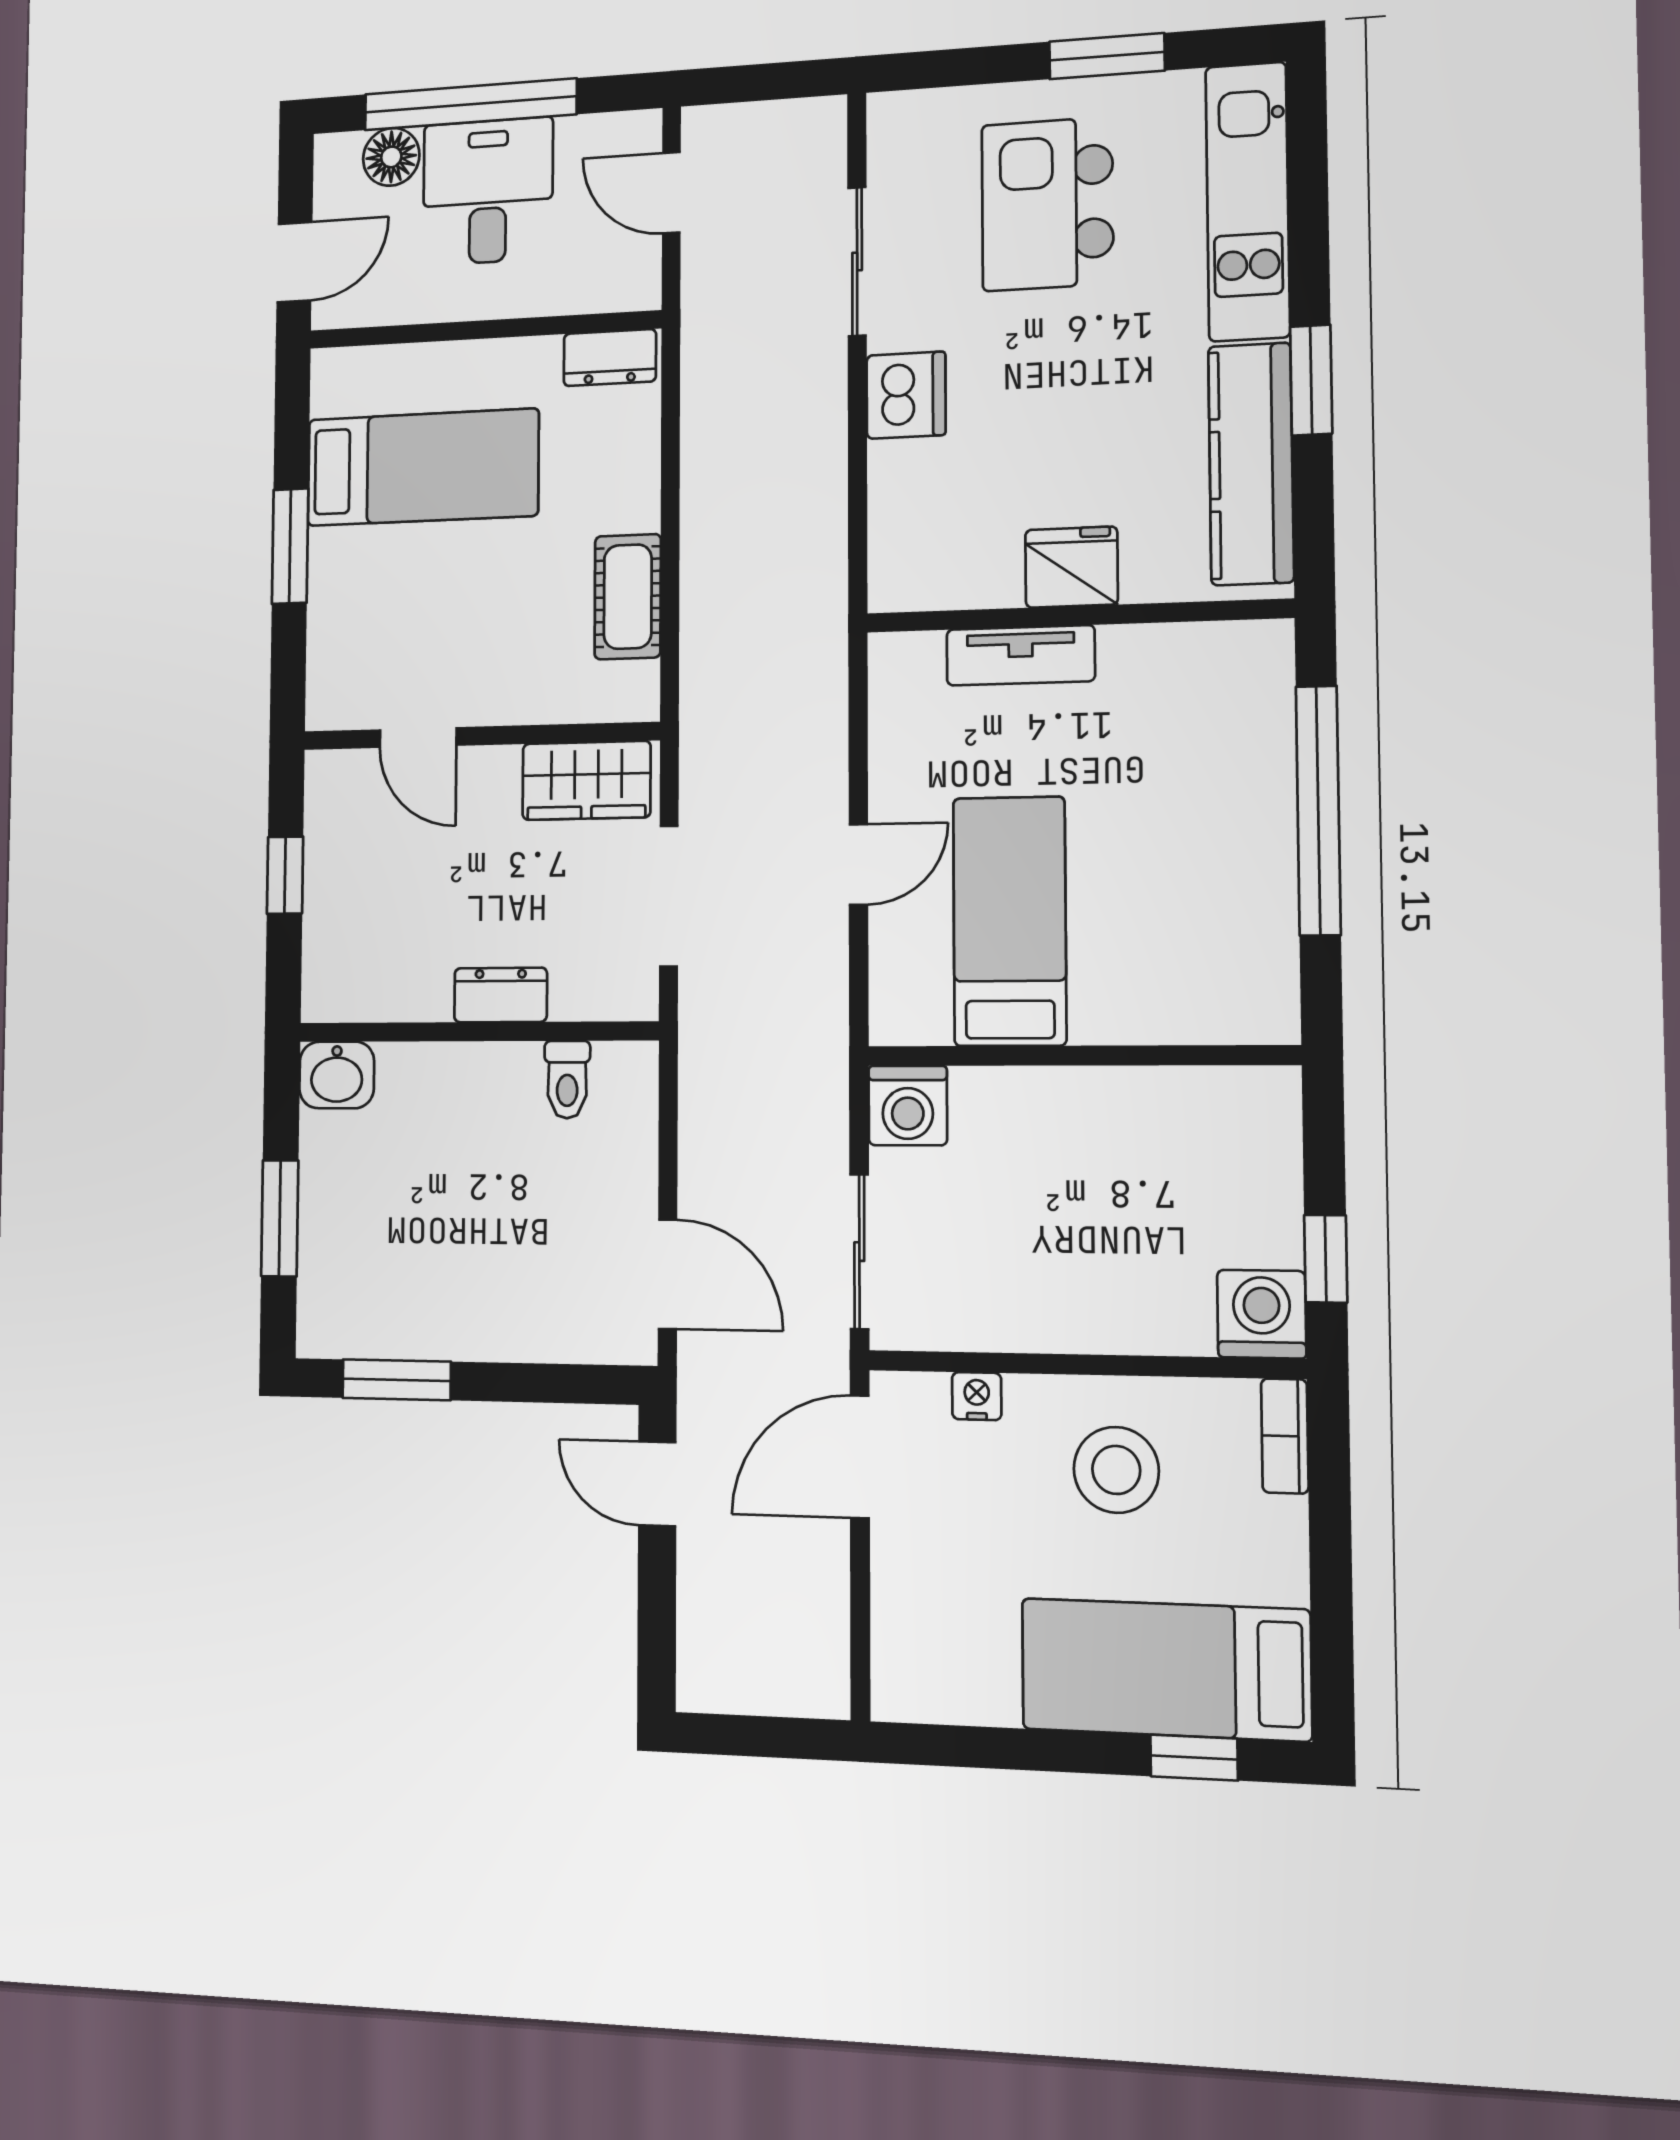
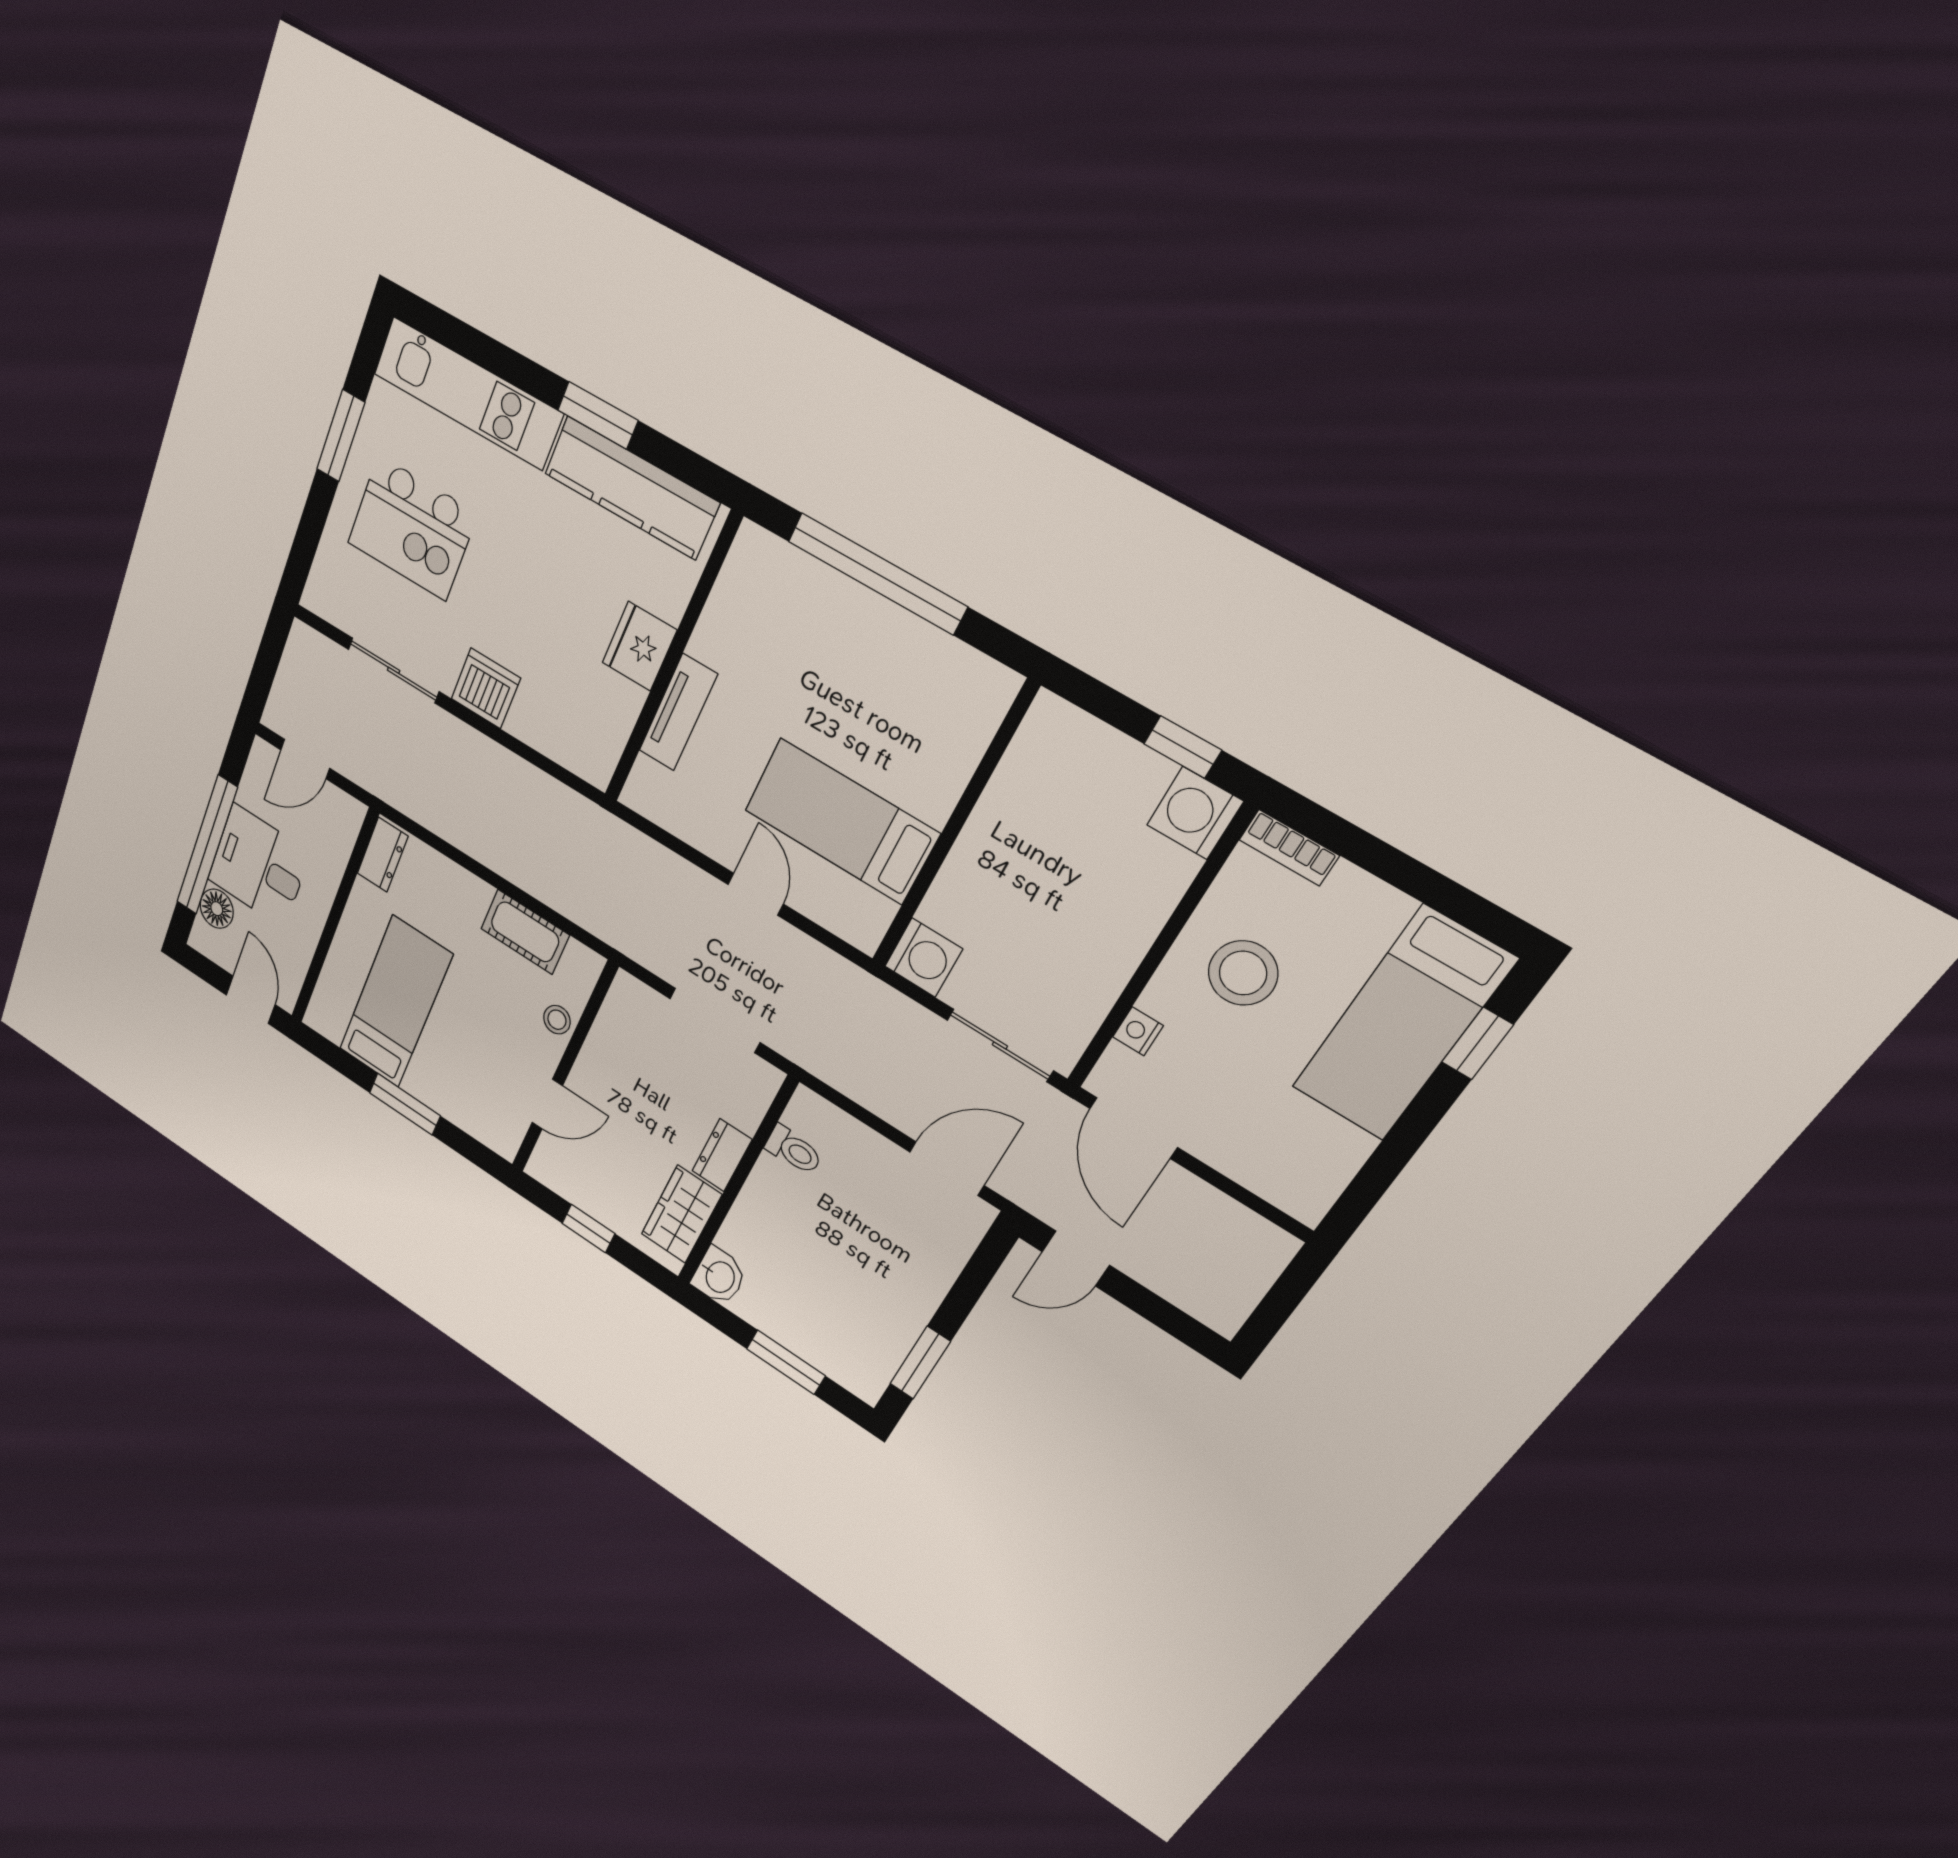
stool: (539, 695) -> (557, 1020), added
wardrobe: (586, 780) -> (681, 1214), moved, turned 180

